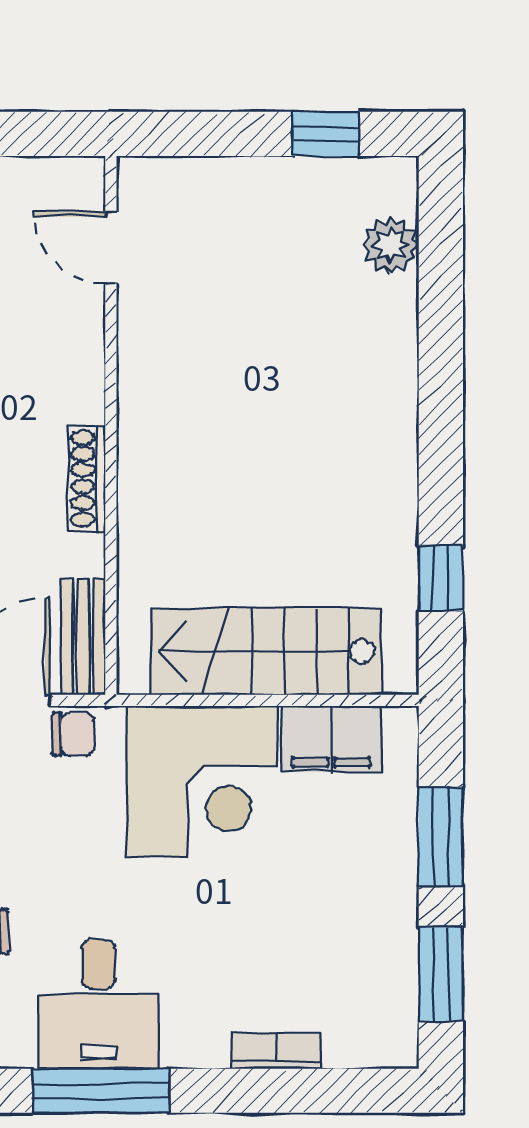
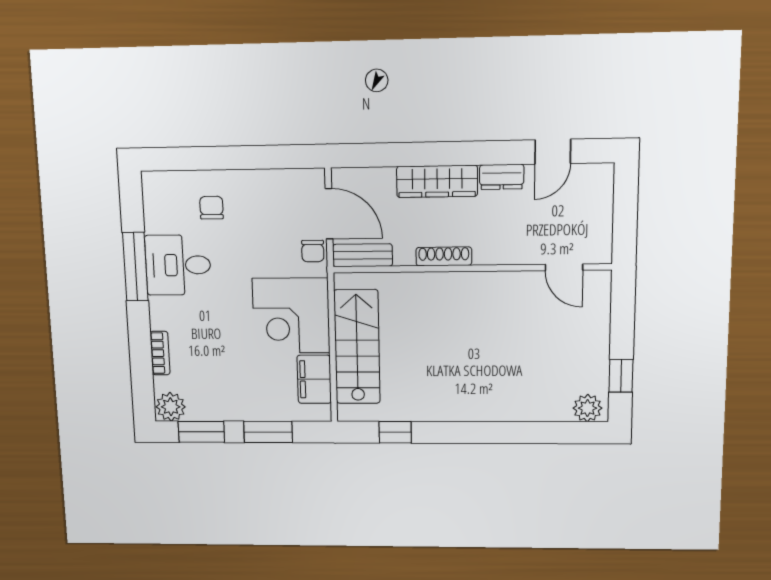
plant: (390, 245) -> (587, 408), moved
door: (111, 248) -> (564, 267), swing flipped
plant: (388, 1035) -> (171, 407), added

